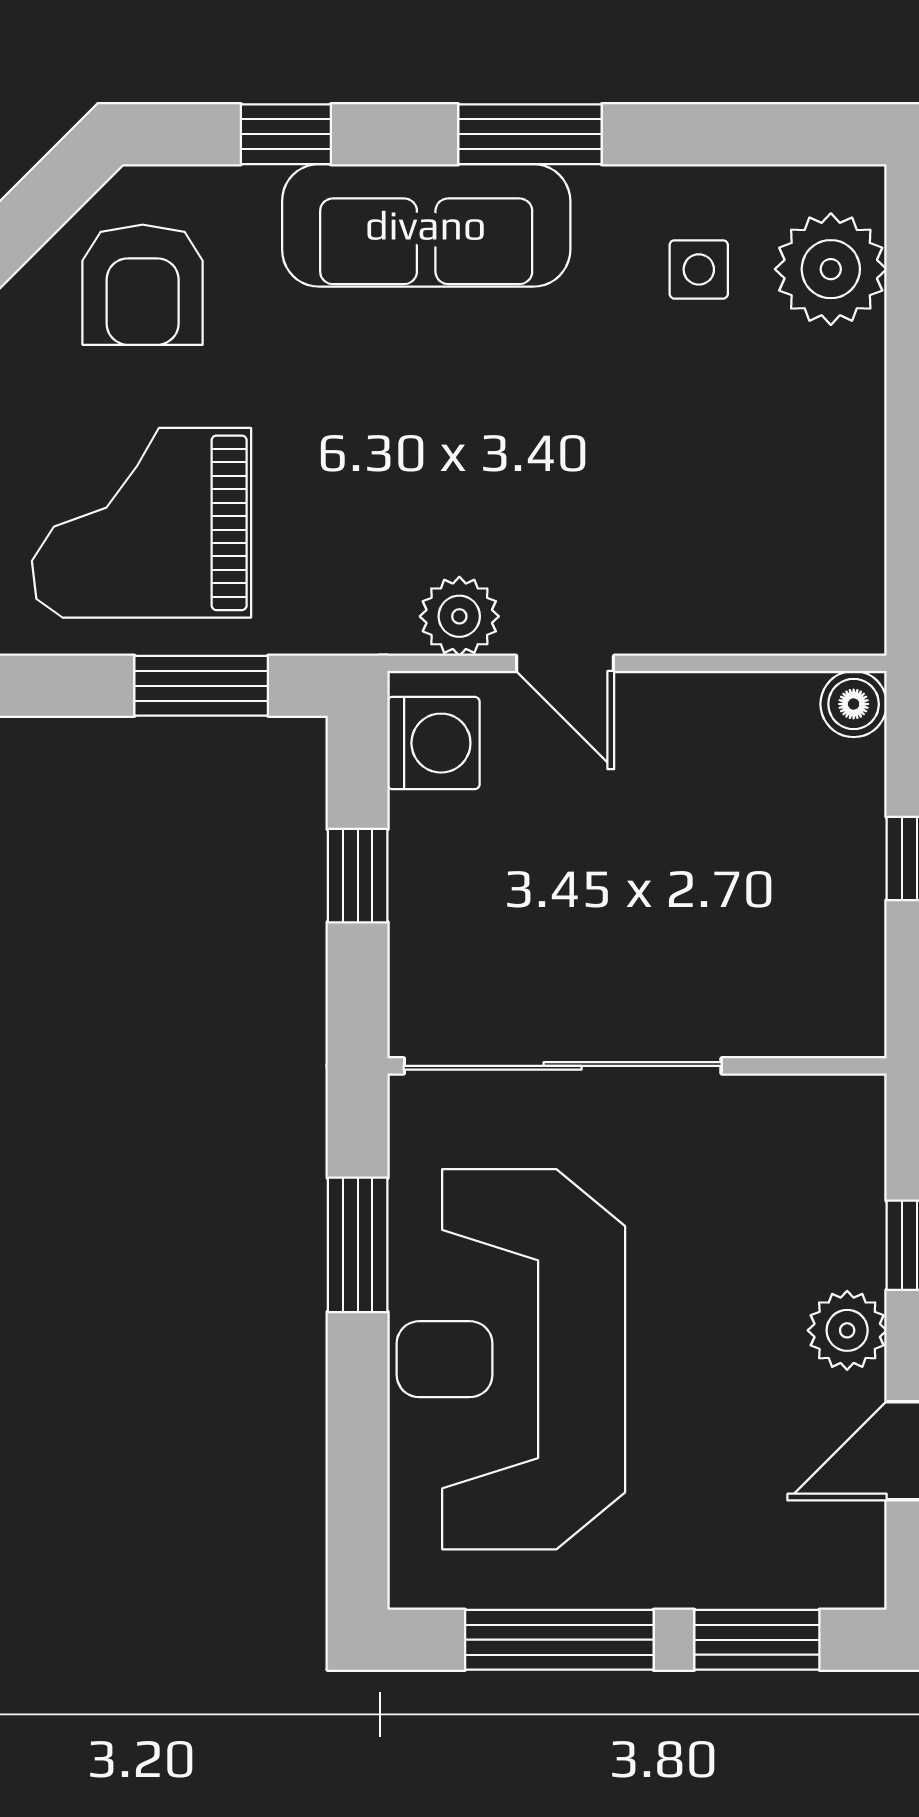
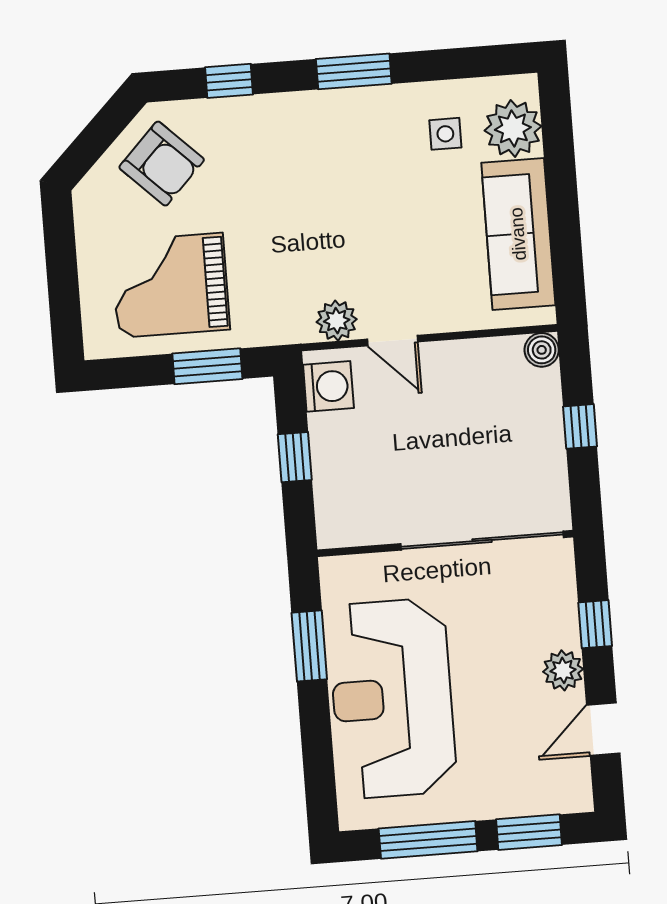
sofa: (426, 225) -> (518, 234), moved, turned 90
armchair: (143, 285) -> (162, 164), turned -46
sliding door: (563, 1066) -> (482, 541), moved

